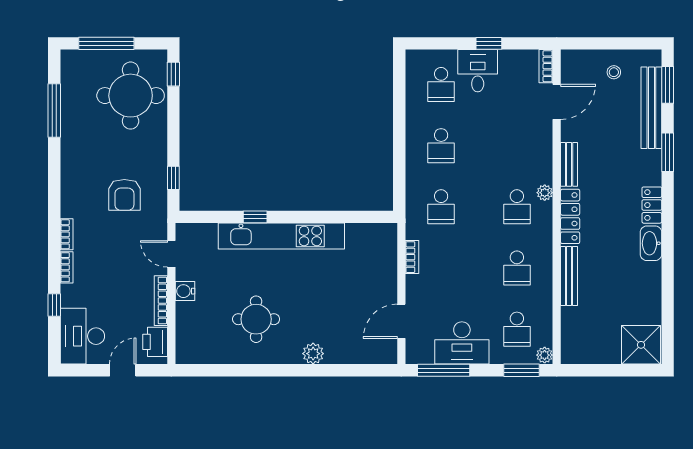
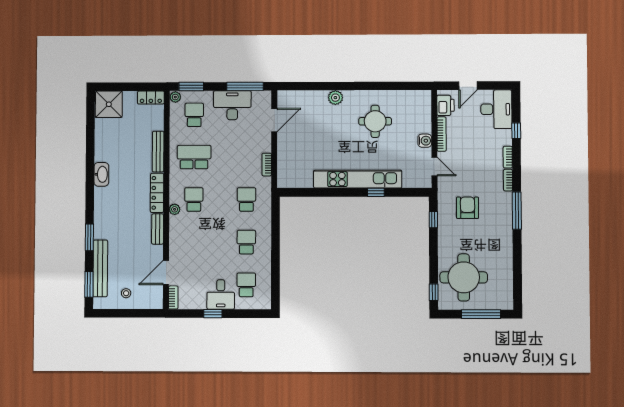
window: (54, 111) -> (517, 211), moved
locker: (652, 205) -> (151, 97), moved, turned 90
school desk: (517, 268) -> (194, 157), width x1.85

